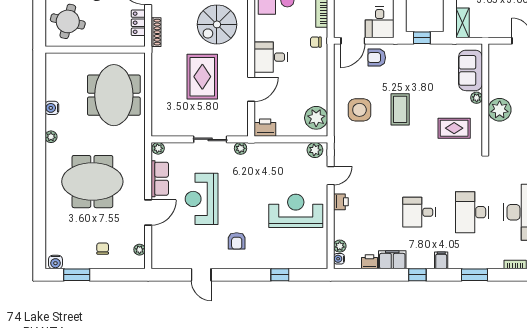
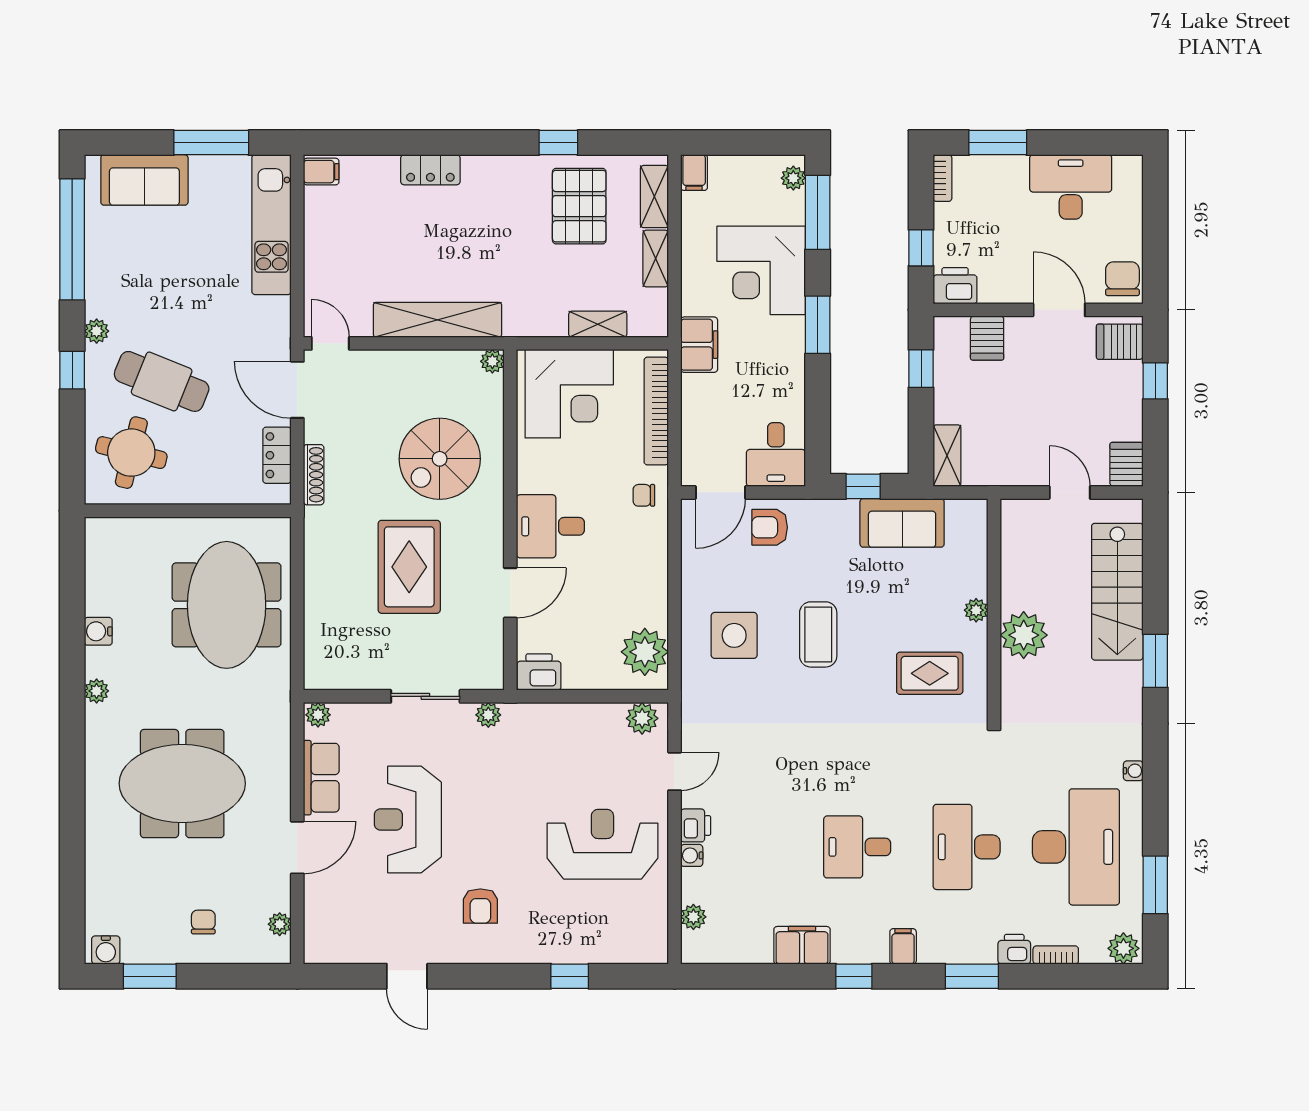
sofa: (470, 70) -> (902, 523), moved, turned -90
water cooler: (339, 259) -> (692, 855), moved
printer: (370, 262) -> (1014, 949), moved

